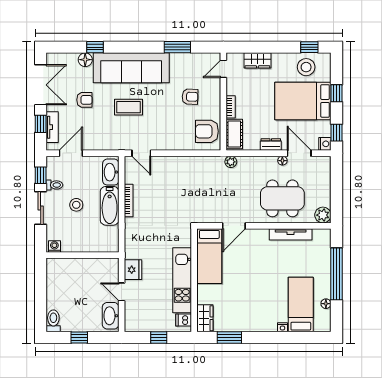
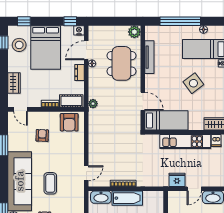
window: (337, 93) -> (24, 21), moved
side table: (257, 291) -> (193, 83), added

